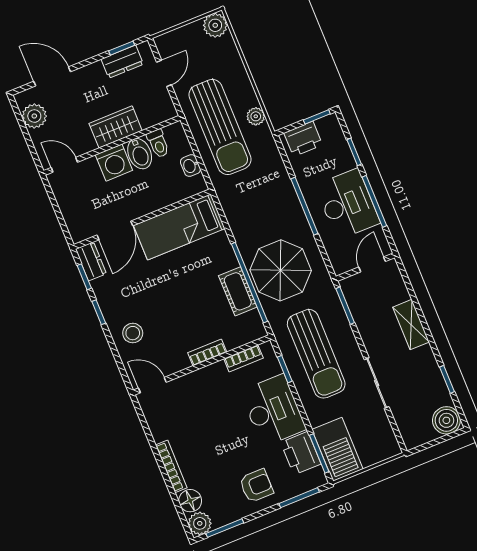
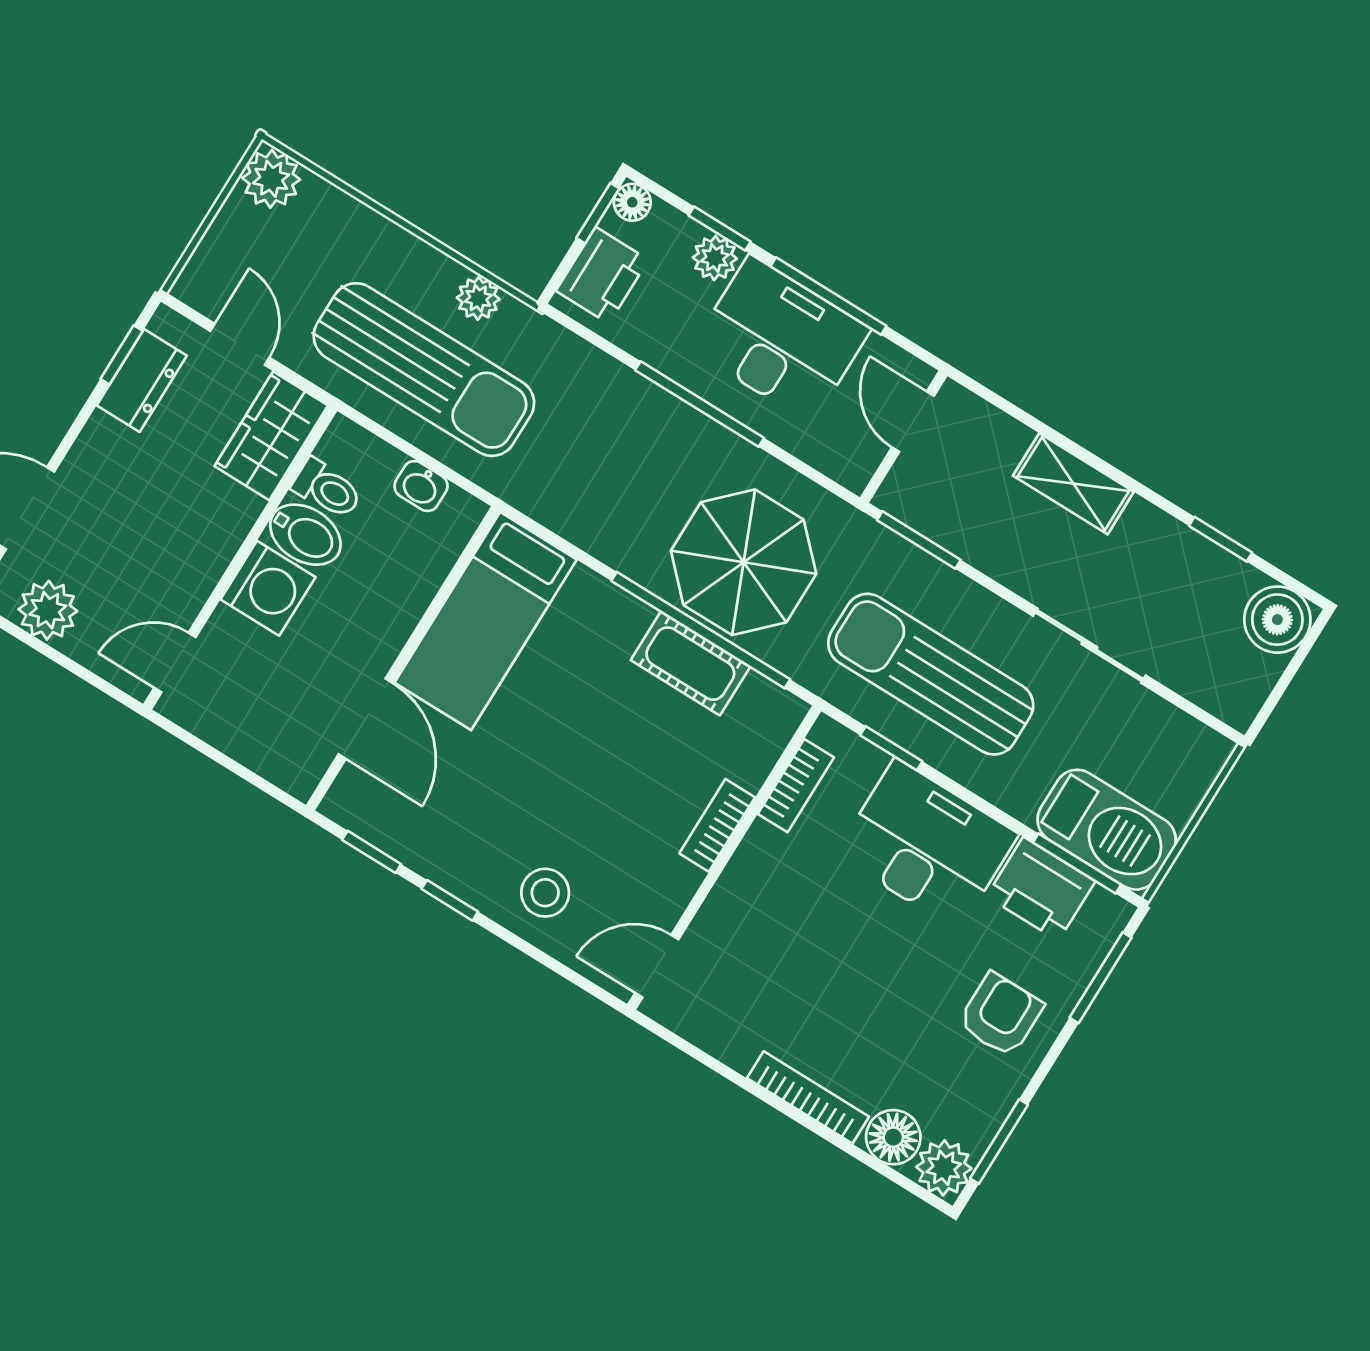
floor lamp: (331, 122) -> (632, 202), added
wardrobe: (116, 127) -> (271, 436), moved
plant: (345, 161) -> (715, 258), added
dresser: (91, 261) -> (363, 813), removed
sun lounger: (316, 354) -> (931, 674), turned 180

